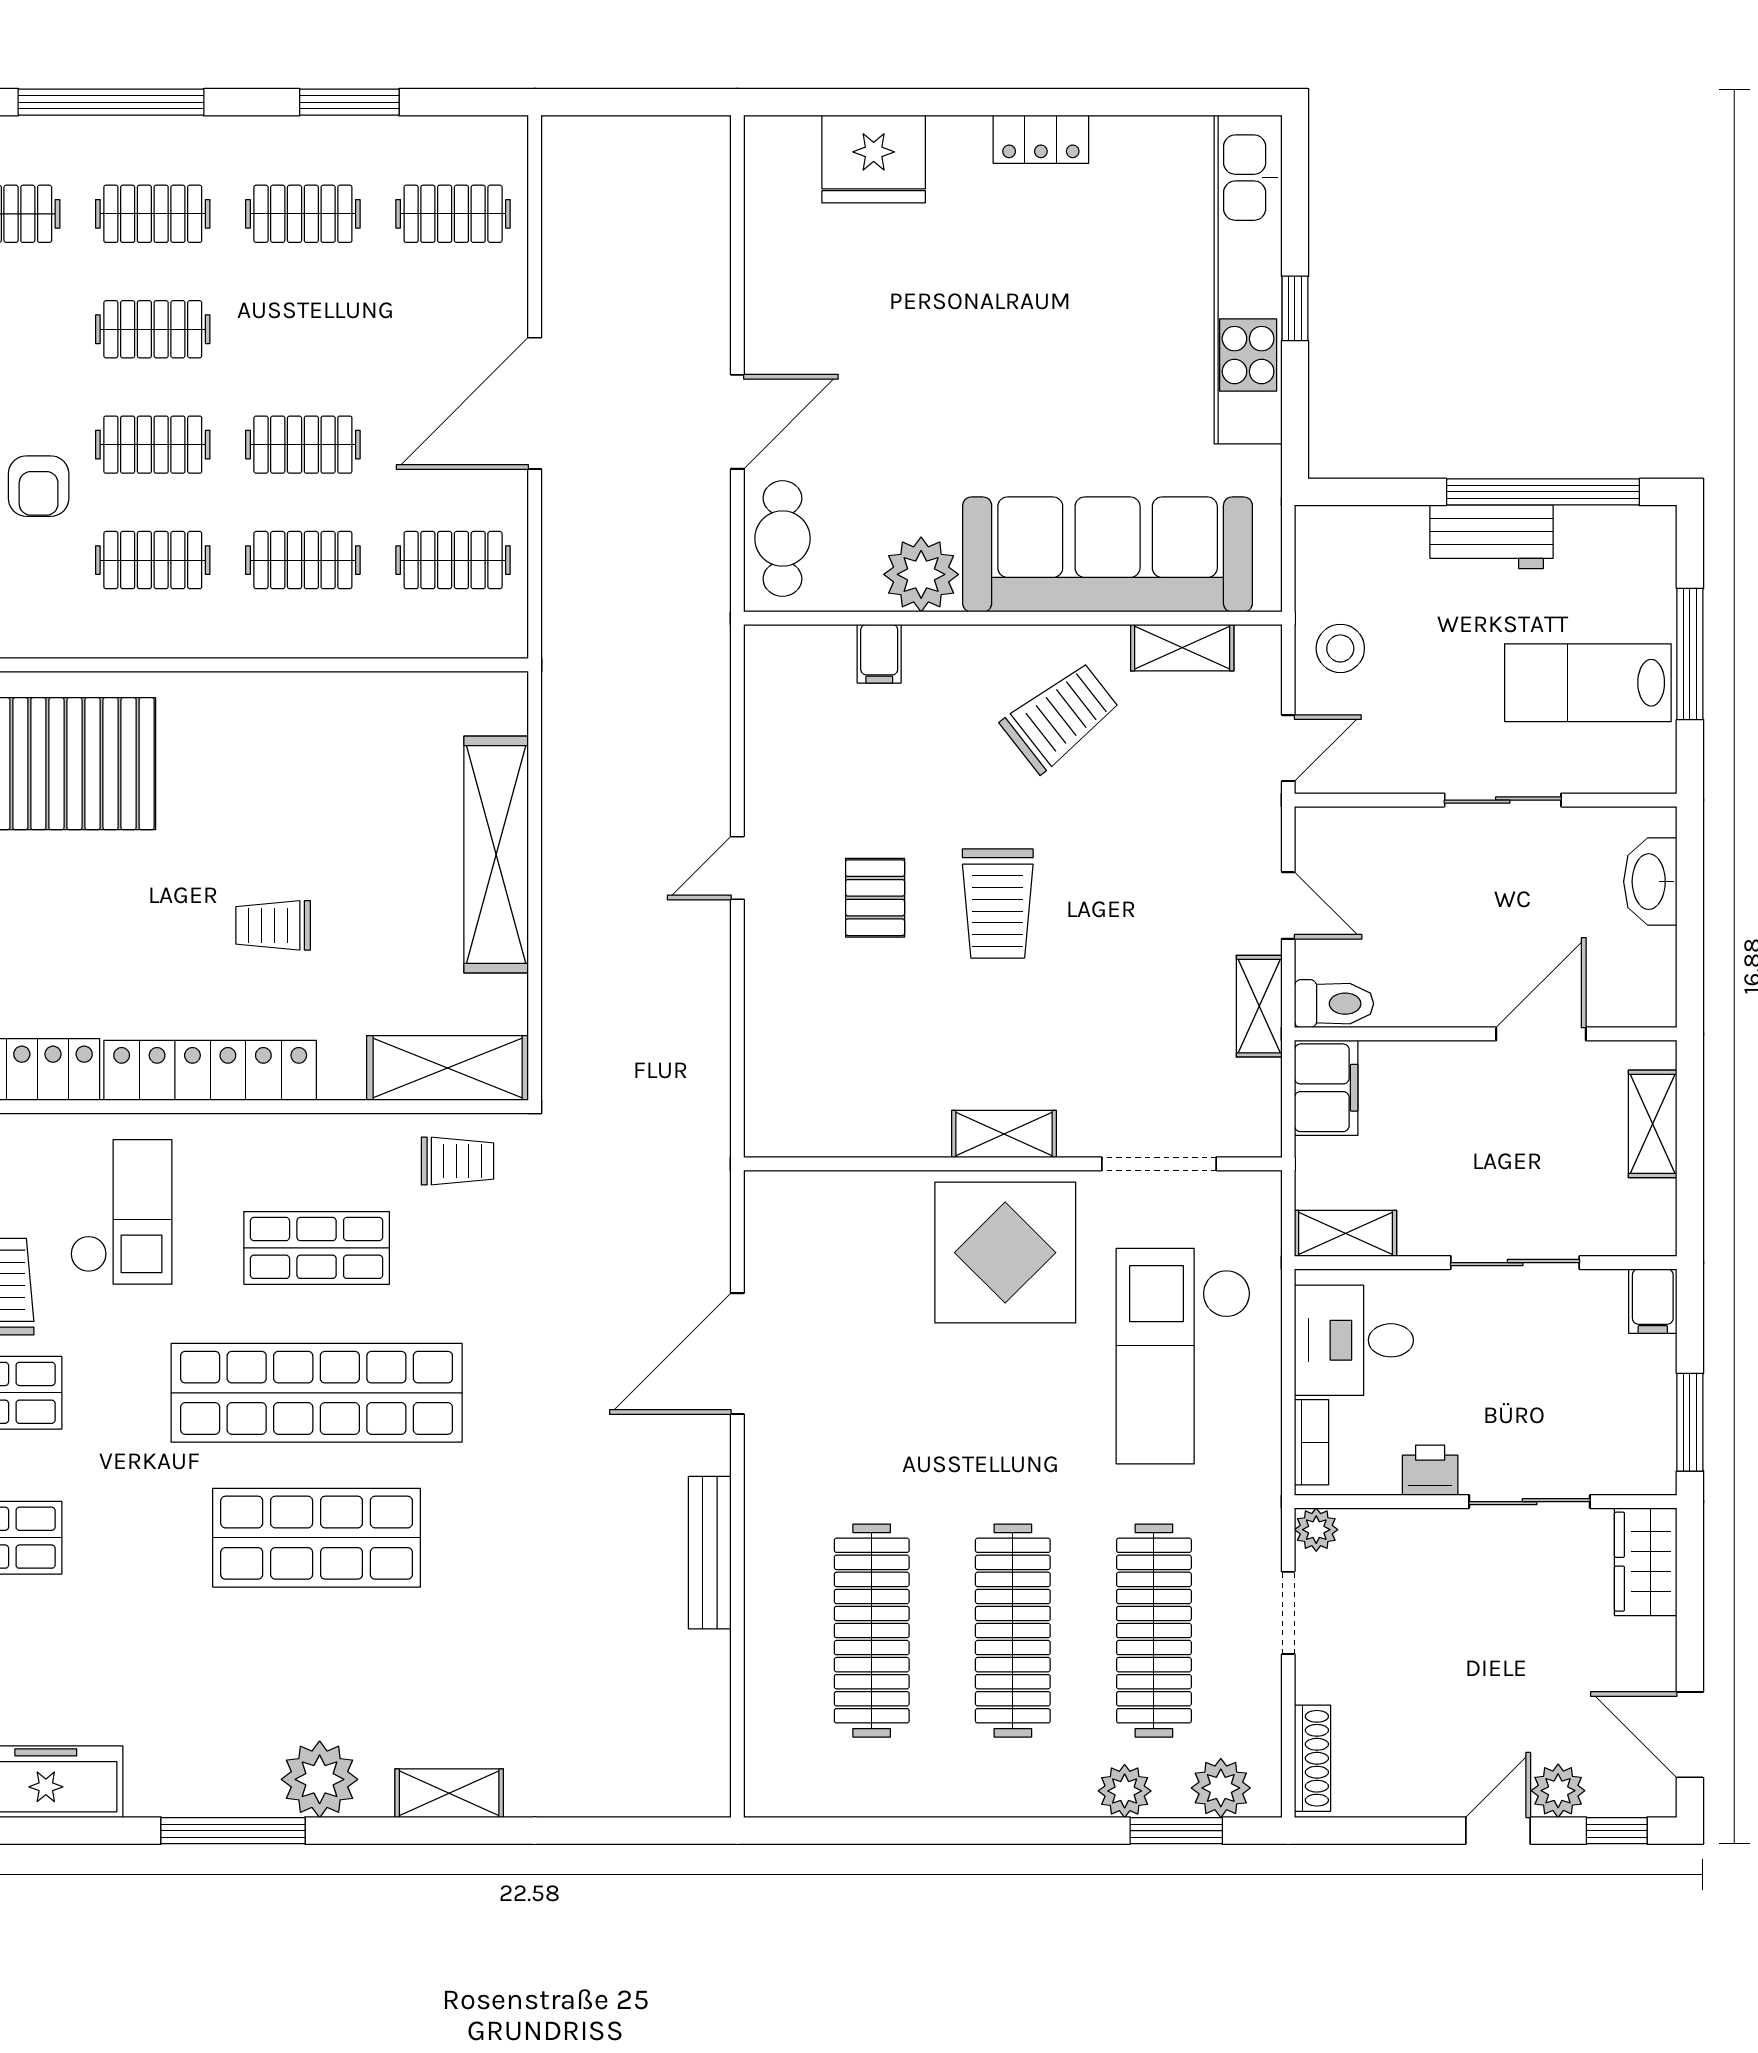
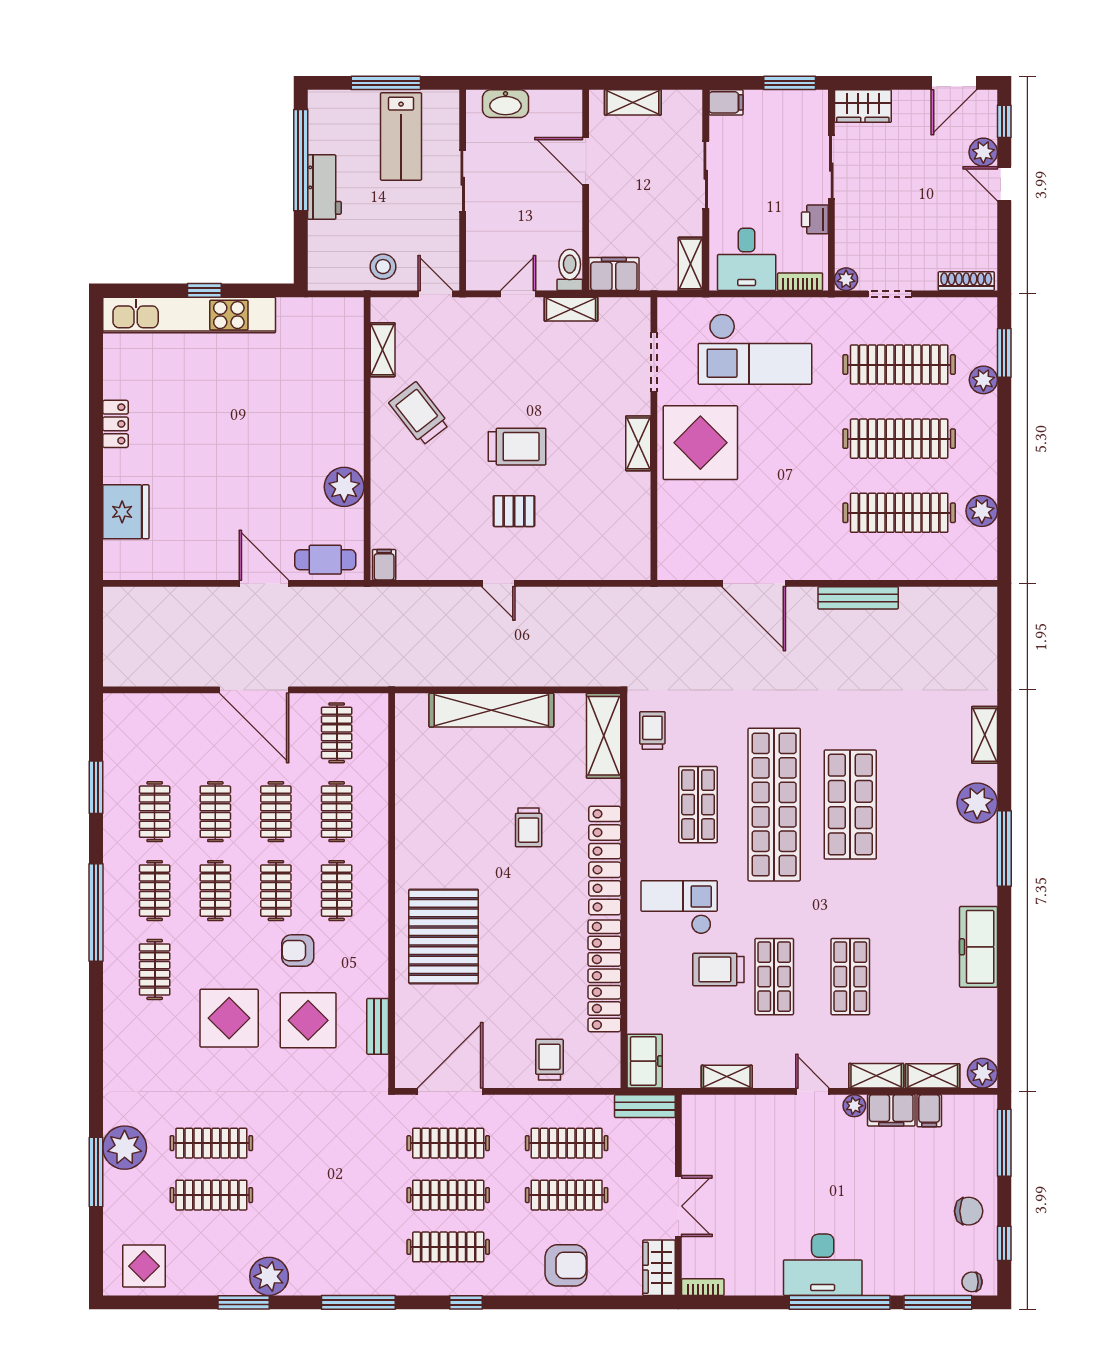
clothes rail: (453, 214) -> (215, 812), moved
armchair: (39, 486) -> (298, 951), turned 180
sofa: (1108, 554) -> (334, 389), removed
filing cabinet: (879, 654) -> (384, 565), moved, turned -90
plant: (1221, 1788) -> (982, 511), moved

